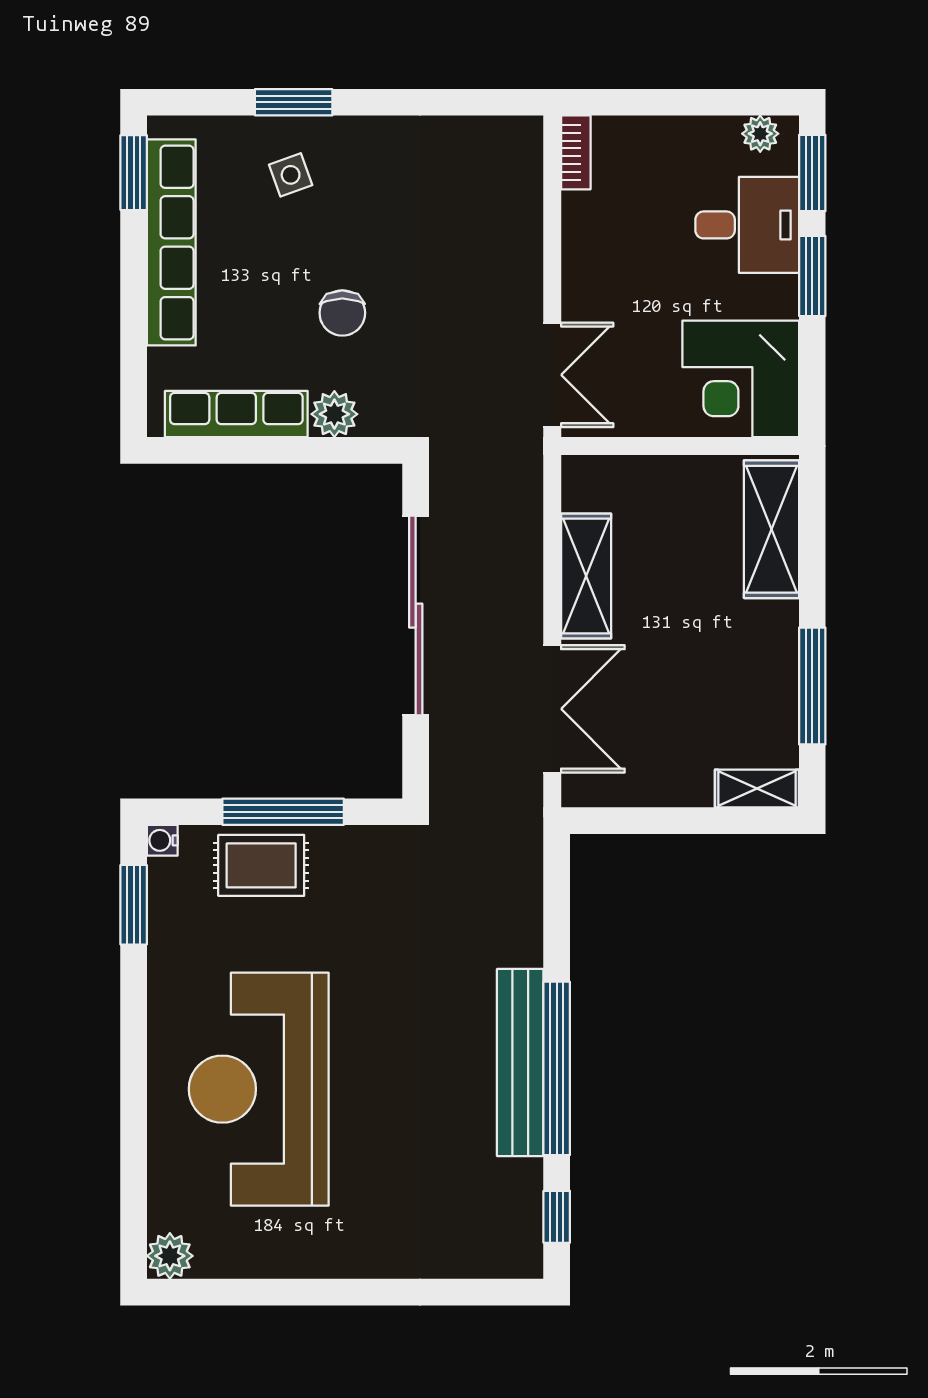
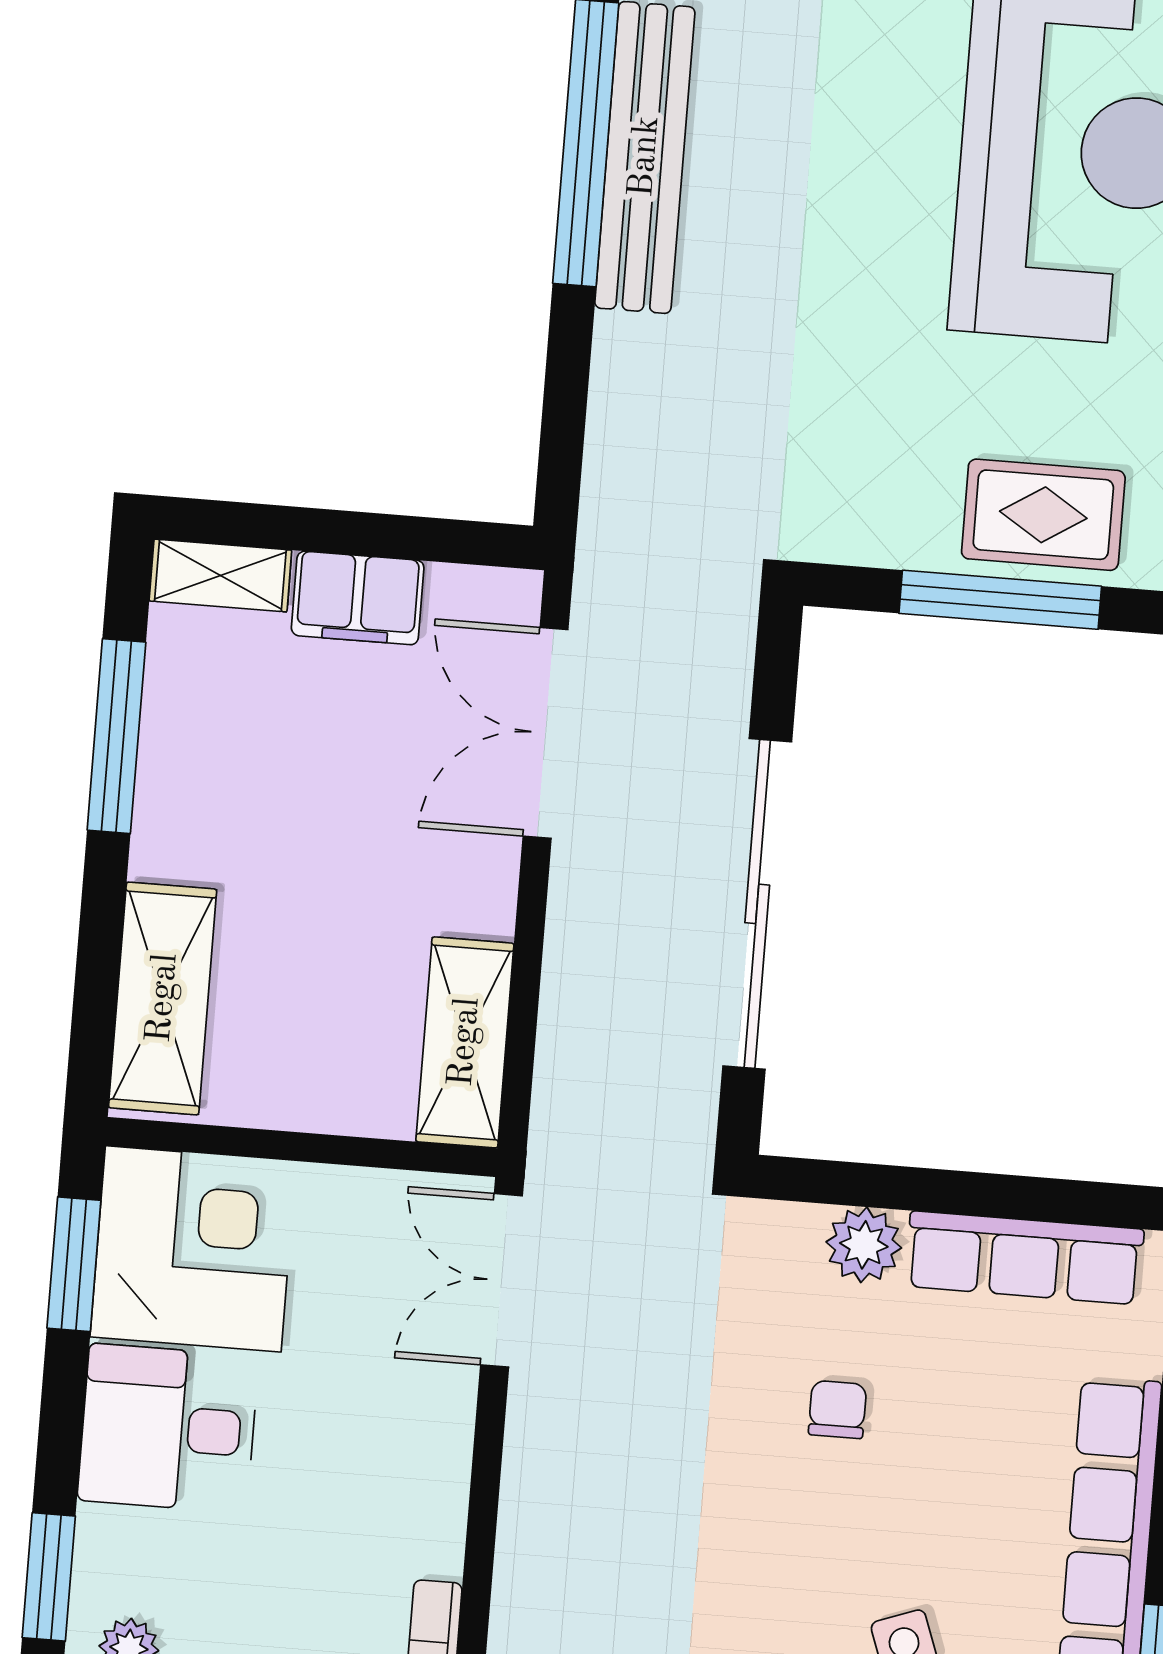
desk: (747, 225) -> (168, 1428), moved
window: (812, 276) -> (74, 1264), moved
chair: (342, 313) -> (837, 1409), width x0.73, depth x0.73
shelving: (586, 576) -> (465, 1042), moved
filing cabinet: (673, 782) -> (358, 598), added

